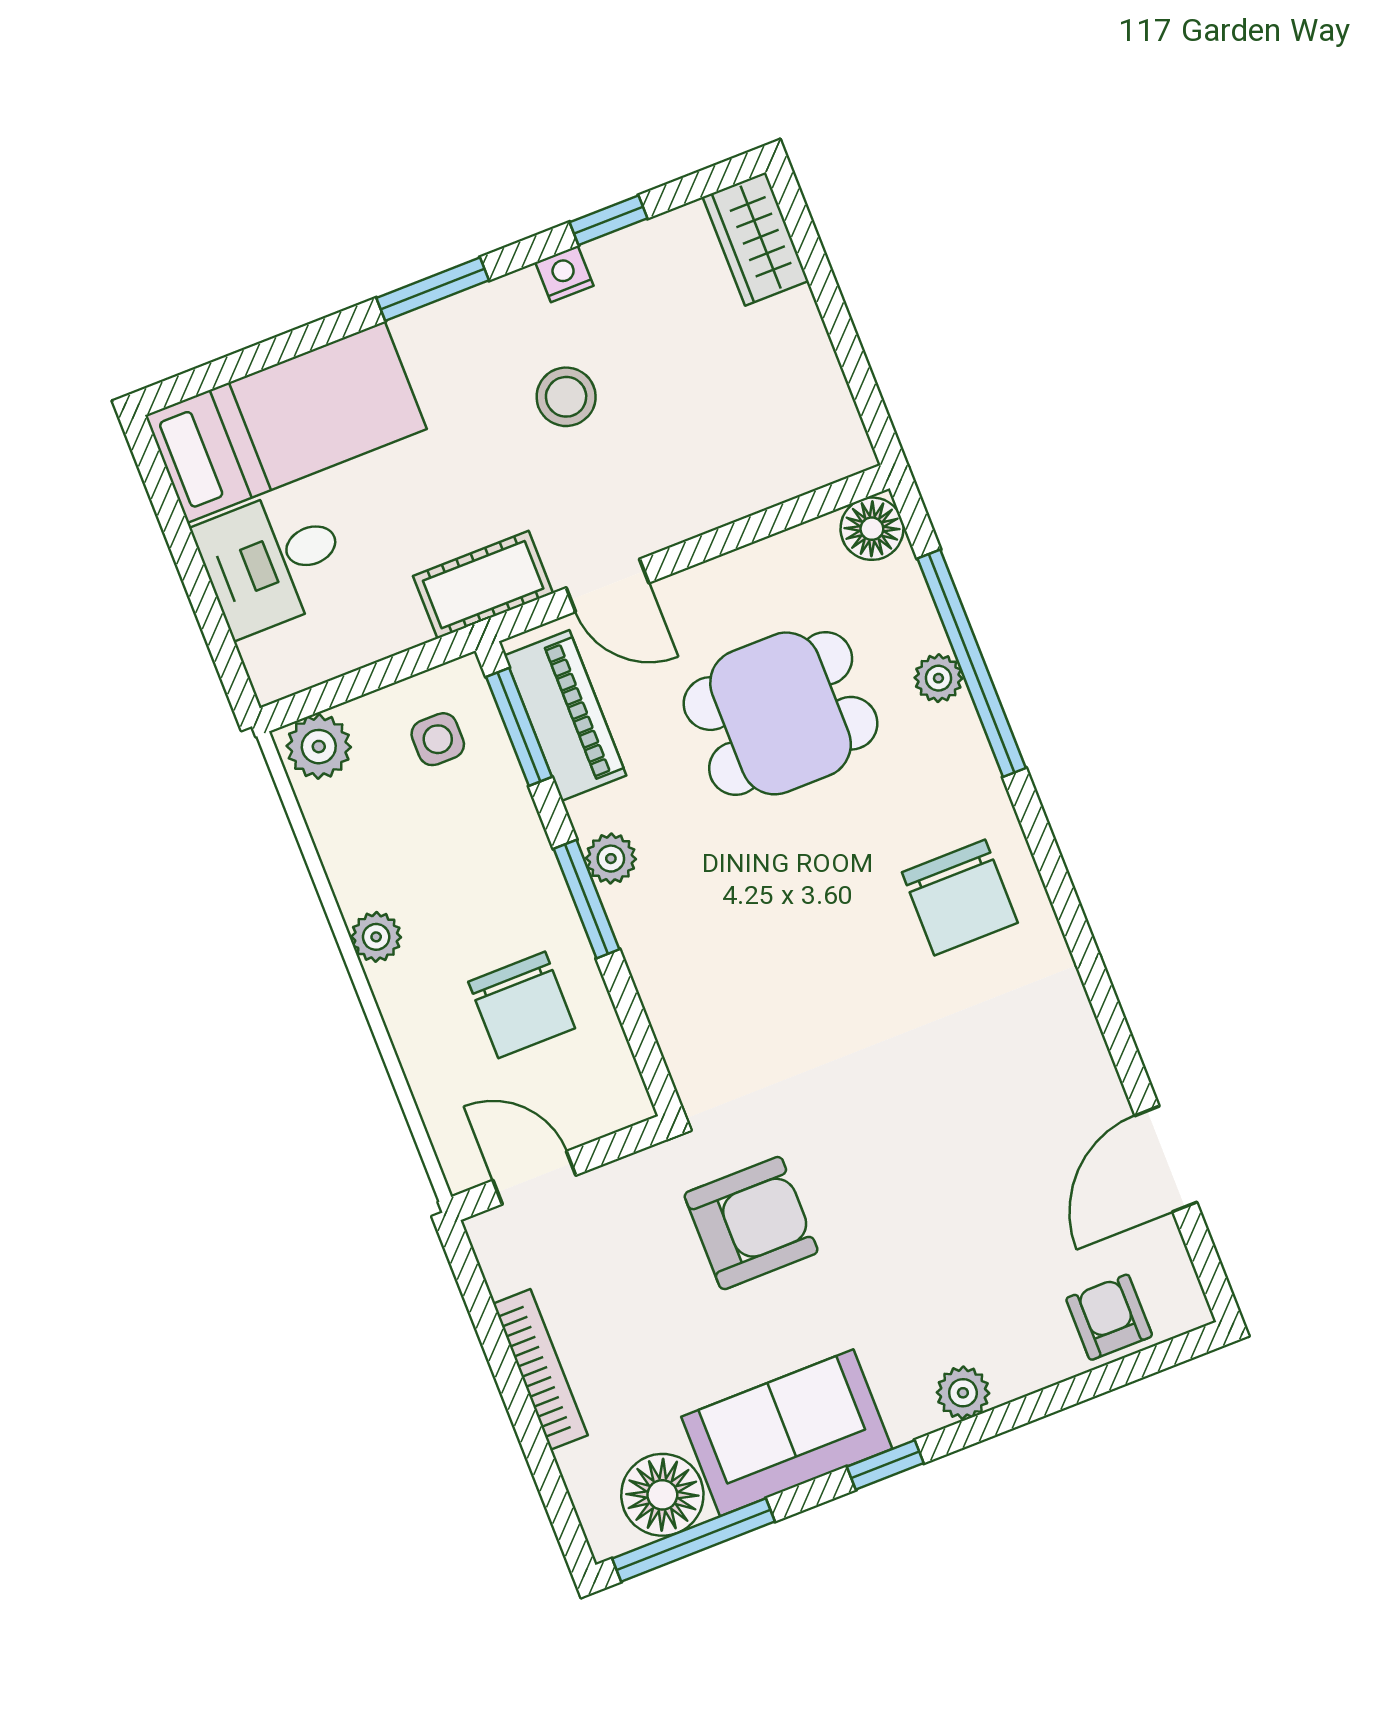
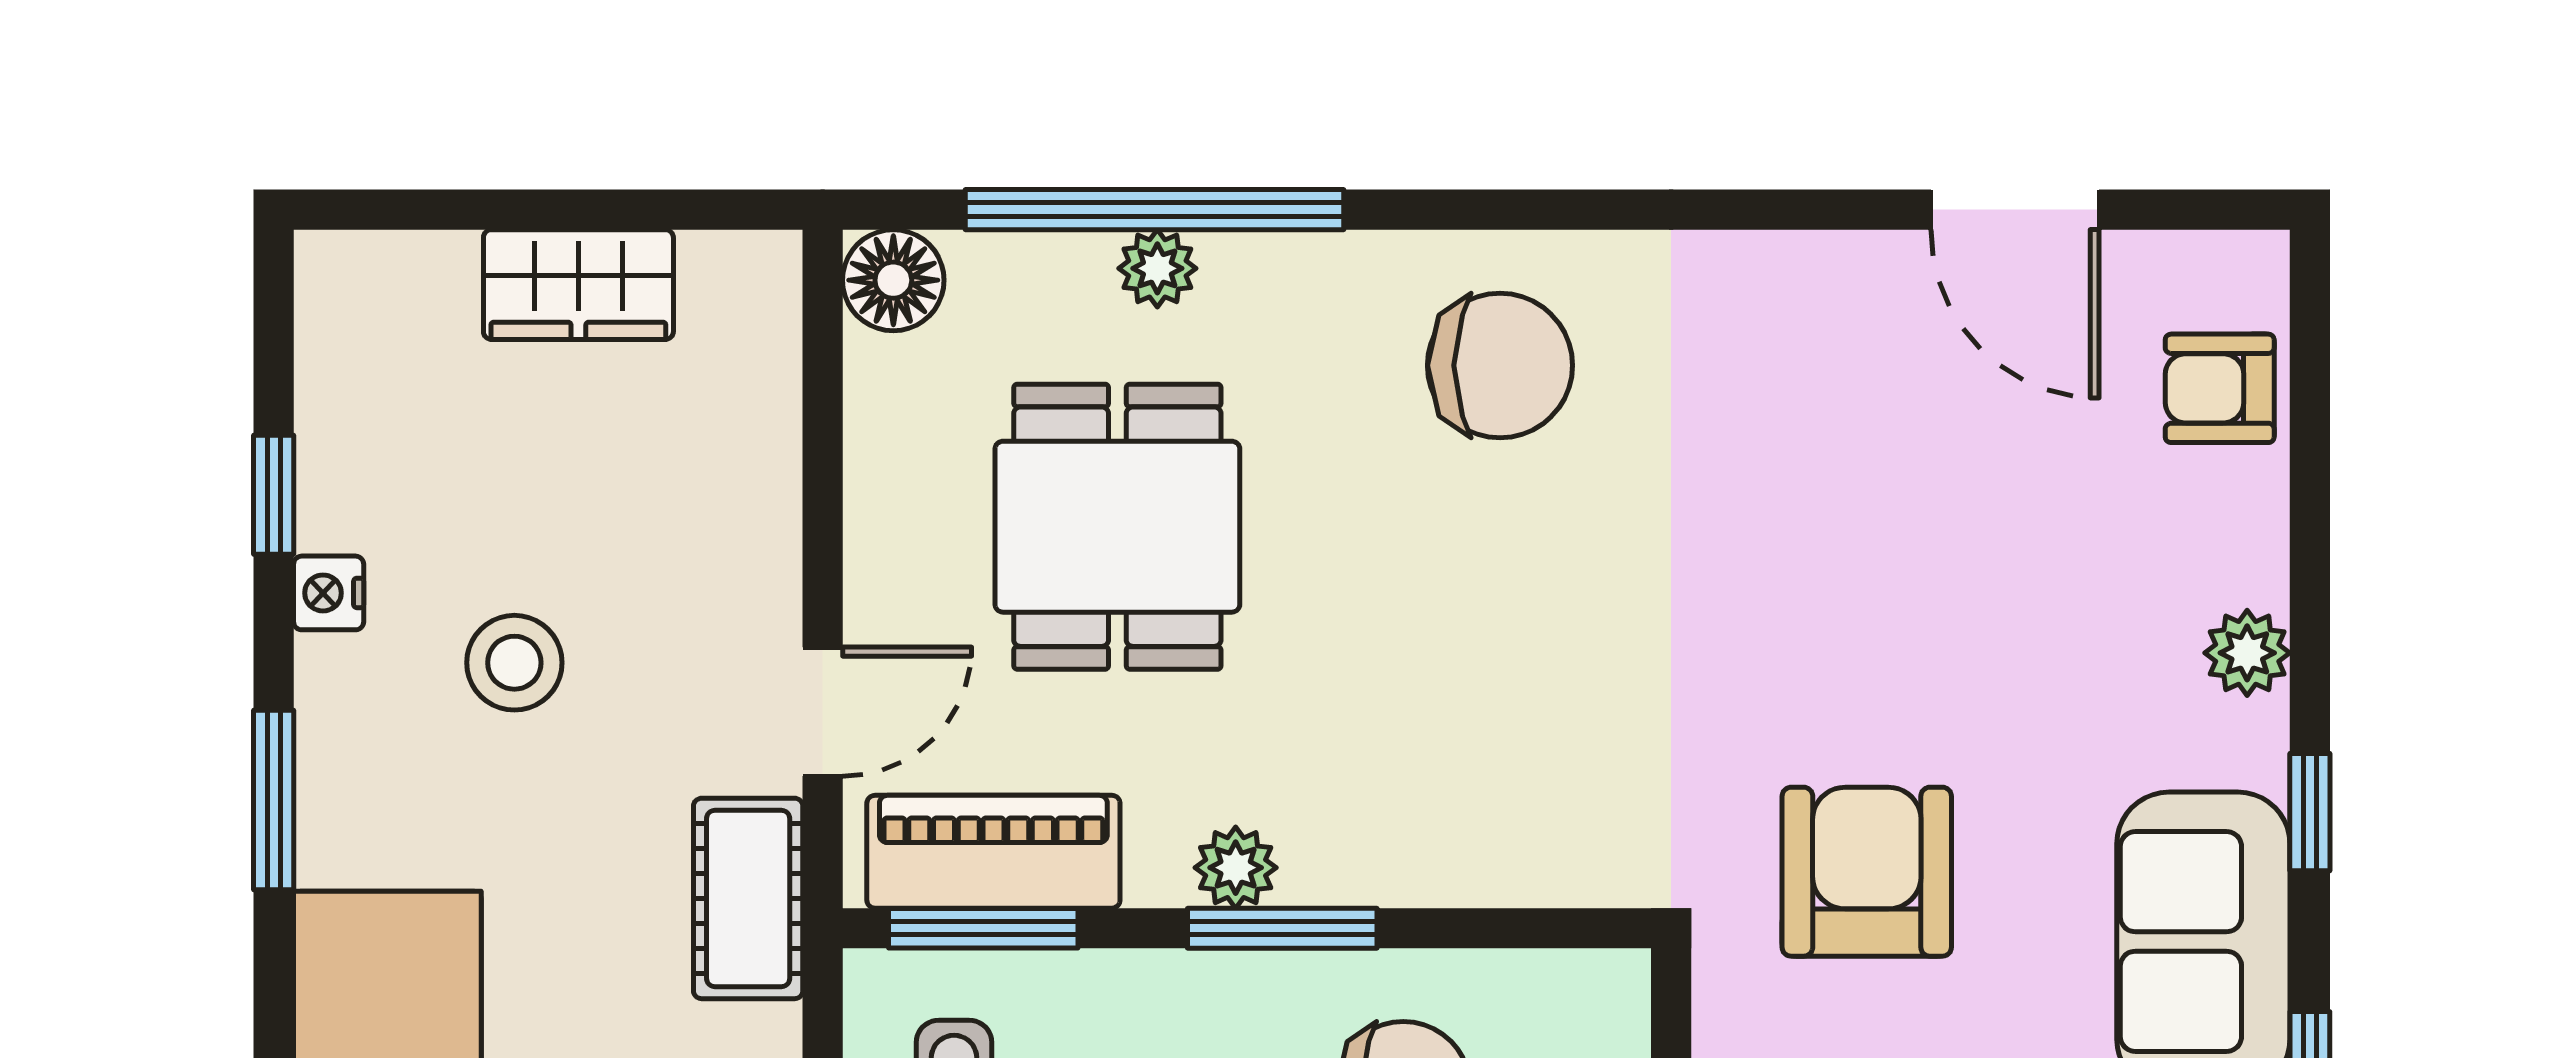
wardrobe: (756, 239) -> (578, 285), moved

